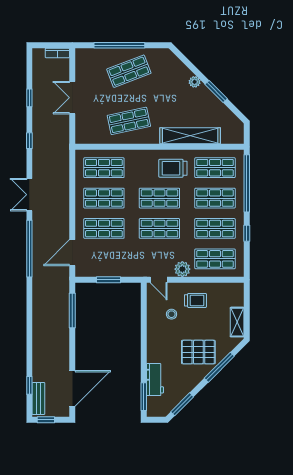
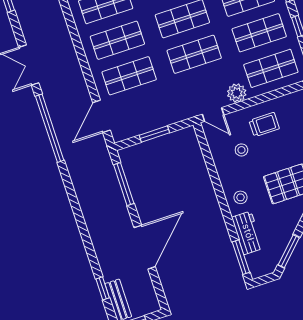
stool: (159, 350) -> (241, 197), added
door: (72, 388) -> (145, 247), moved

